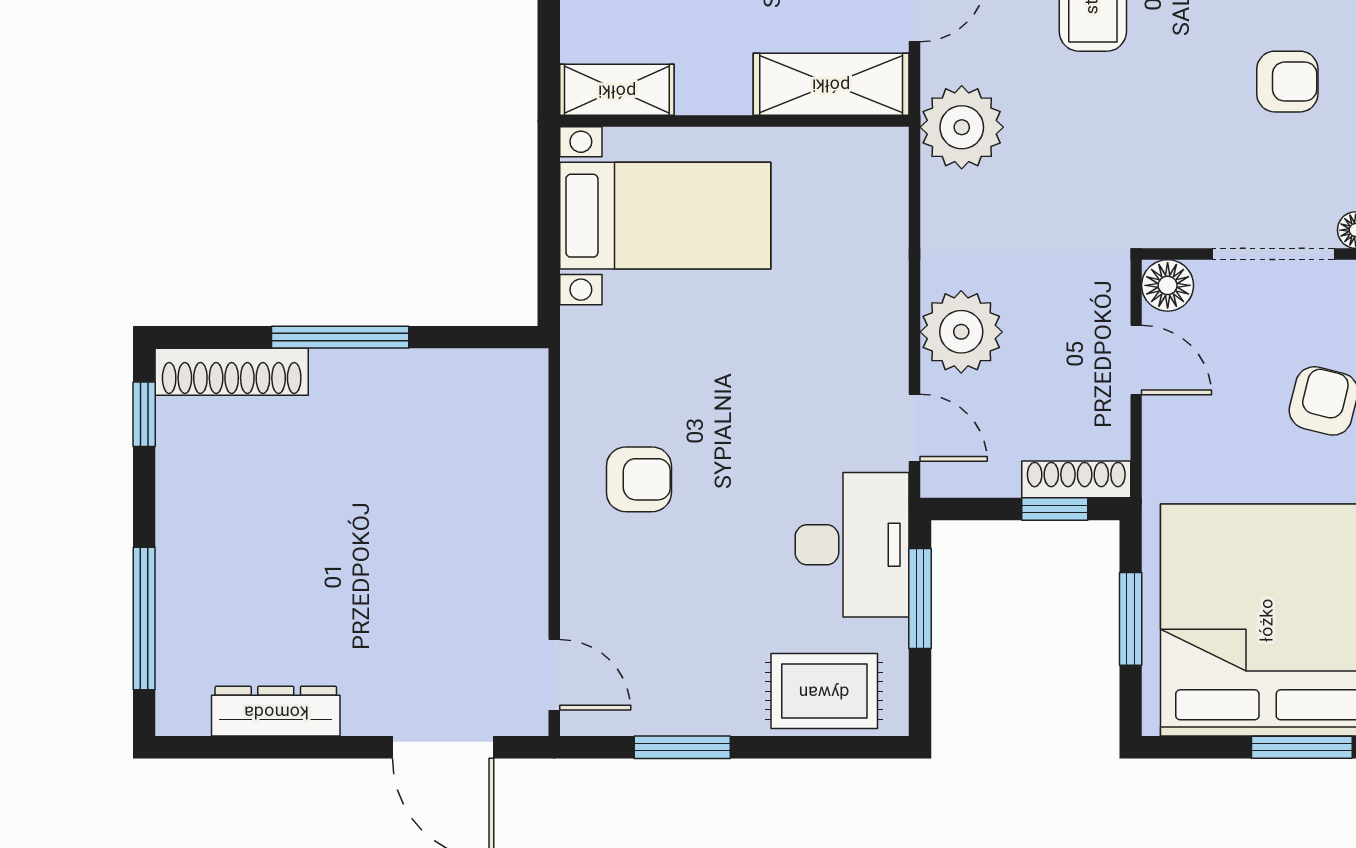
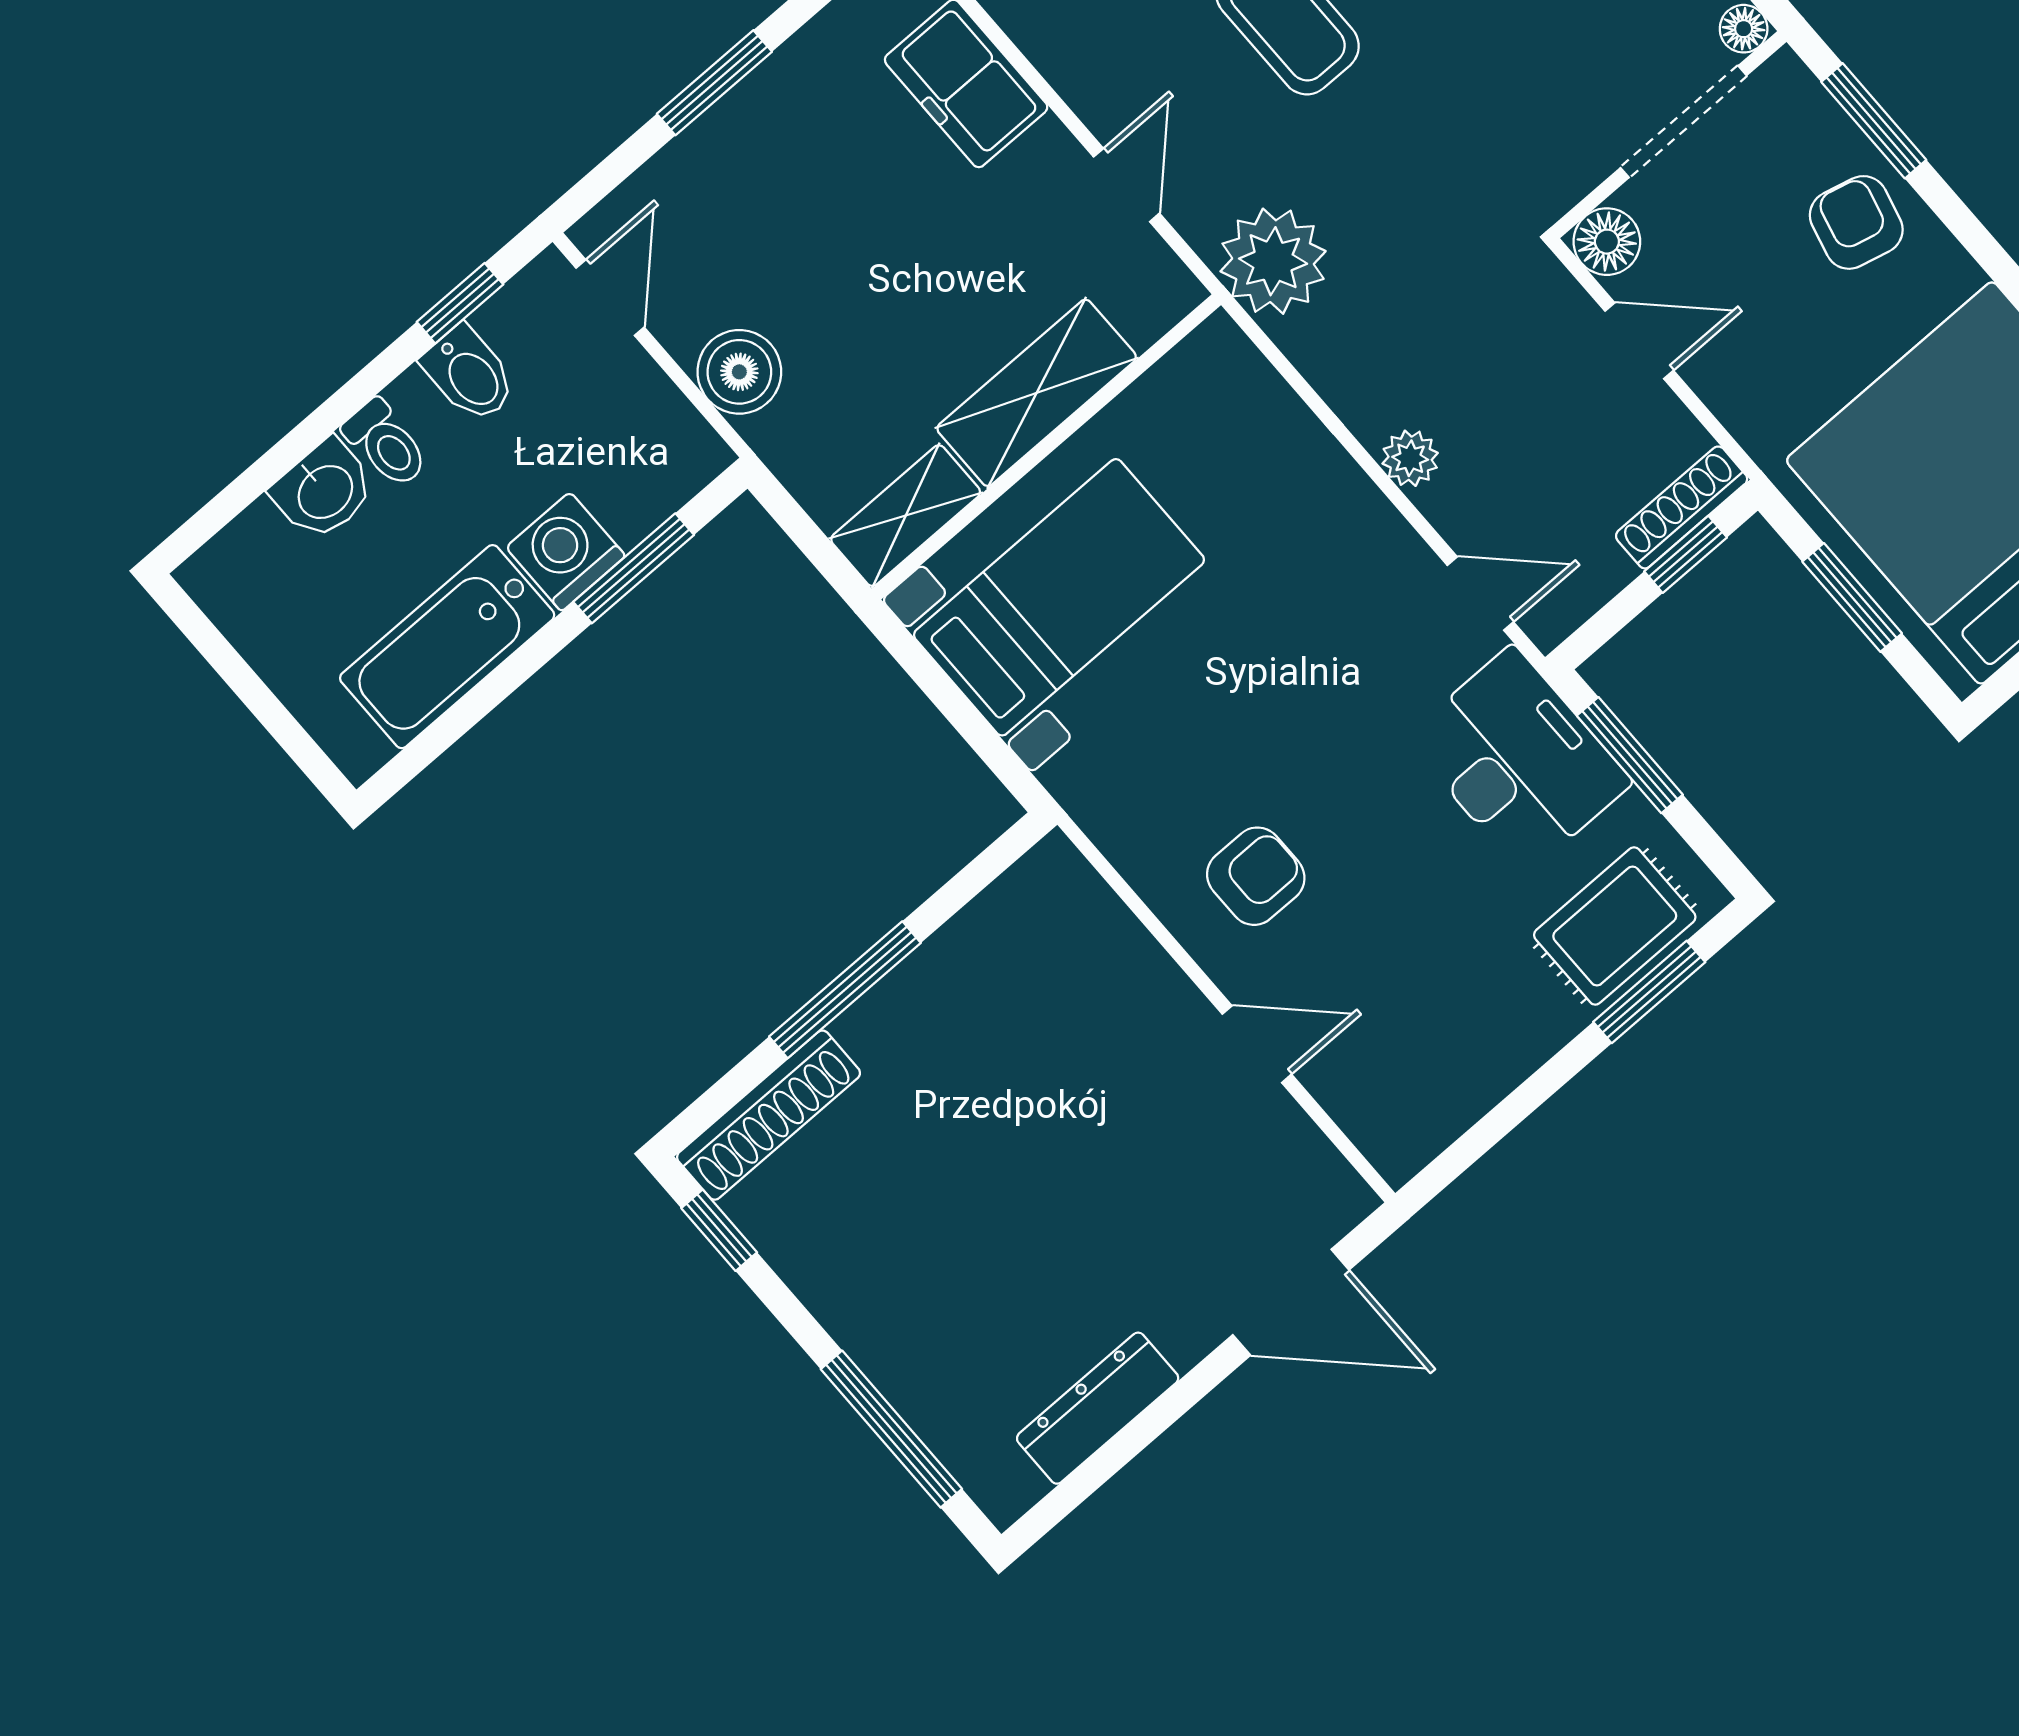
shelving: (831, 84) -> (1037, 393), moved
plant: (961, 332) -> (1410, 458), width x0.53, depth x0.53
door: (554, 675) -> (1257, 1044), moved
window: (682, 747) -> (1649, 992), moved

